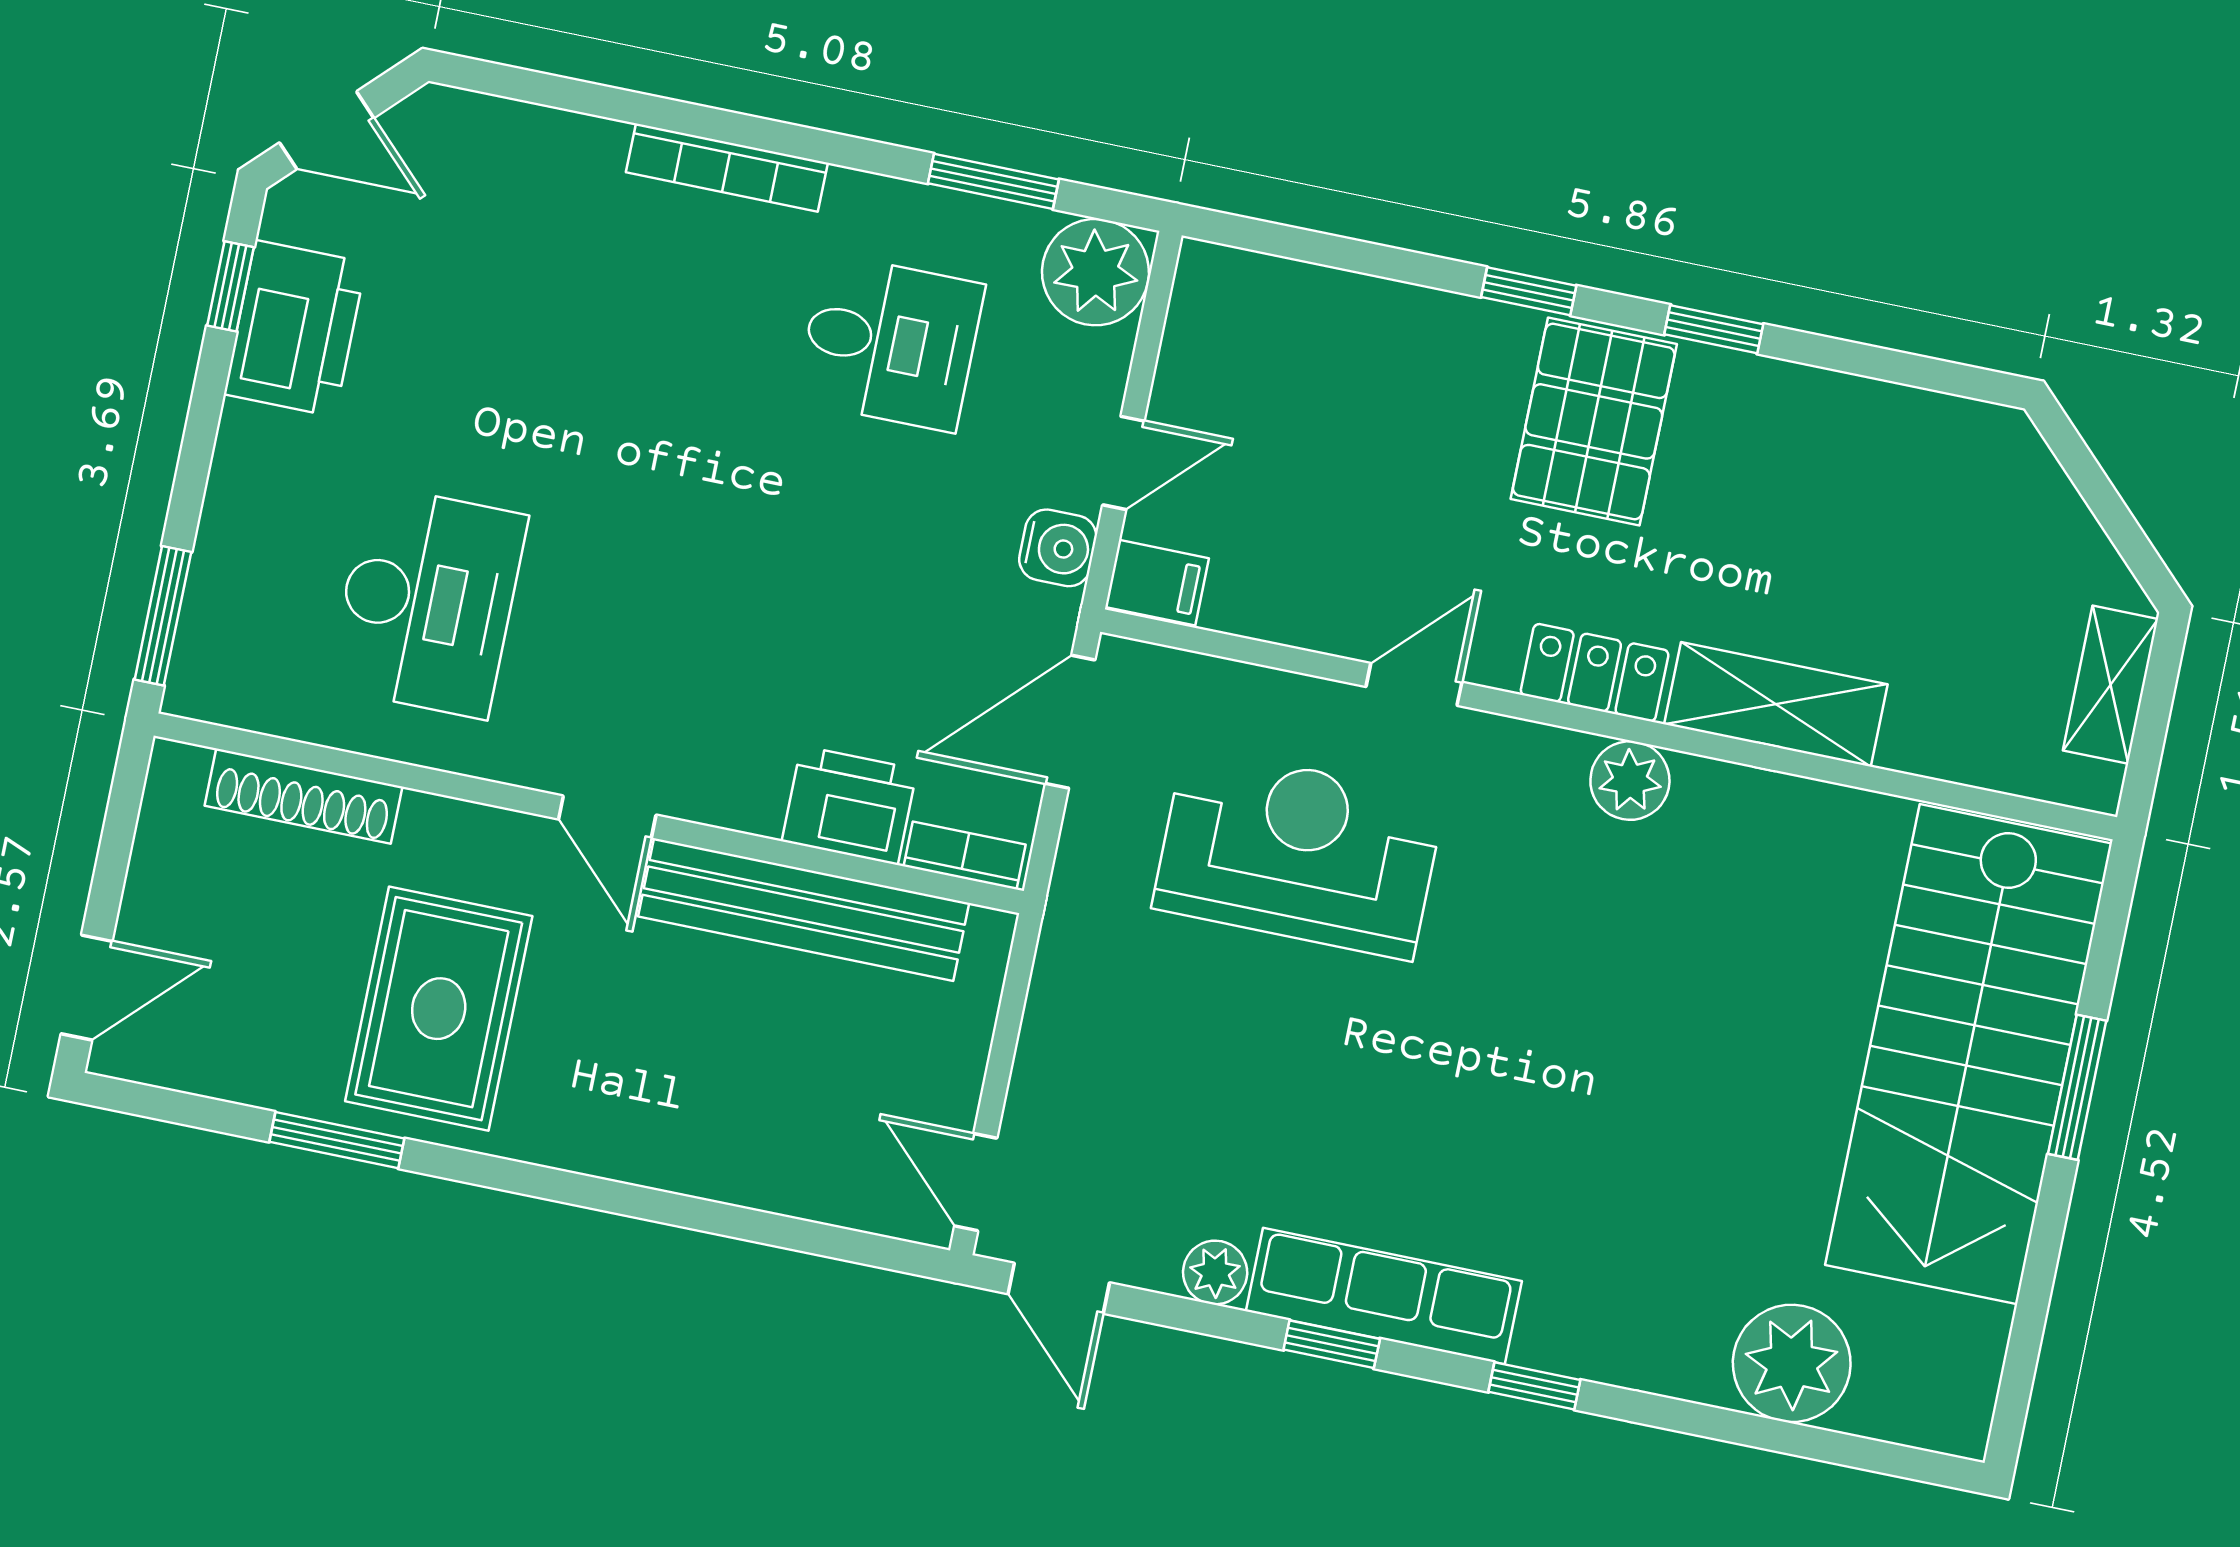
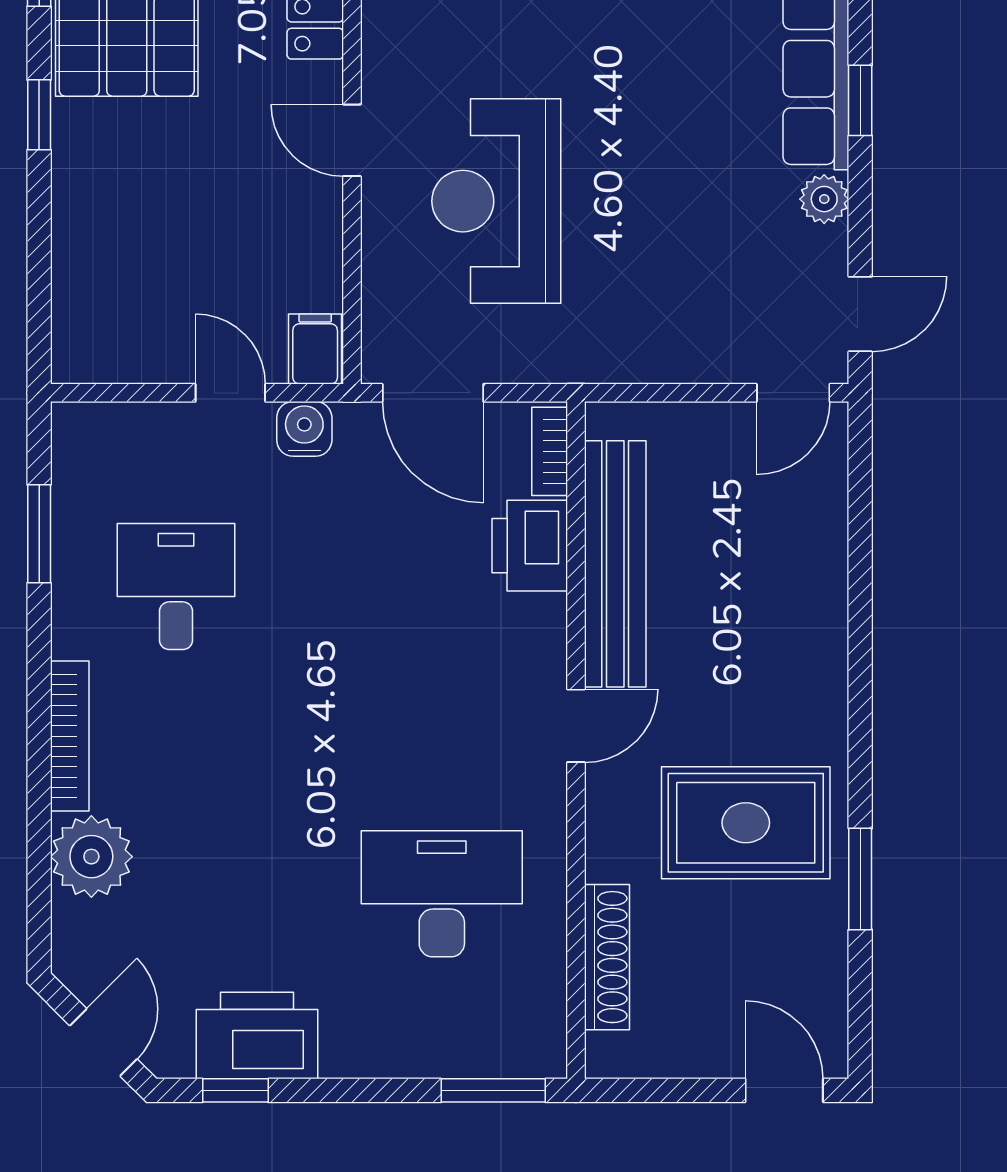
plant: (1095, 272) -> (91, 857), moved

